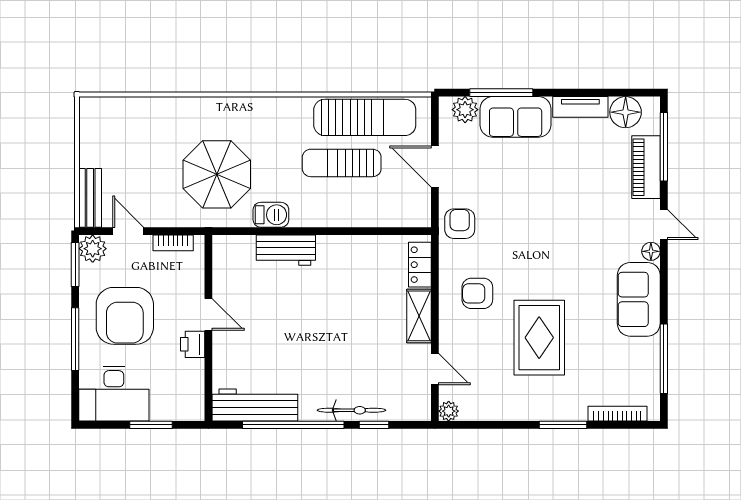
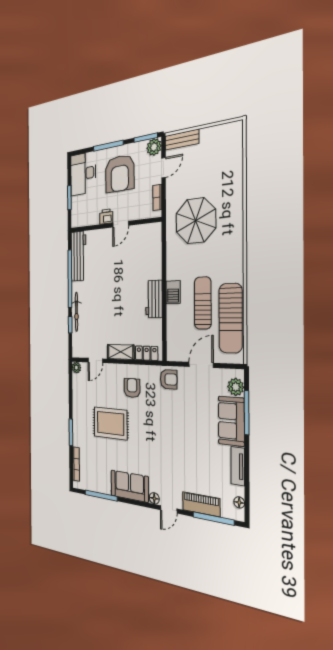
floor lamp: (626, 112) -> (239, 502), width x0.53, depth x0.53
barbecue: (271, 215) -> (173, 292), moved
workbench: (286, 250) -> (154, 299), moved
armchair: (125, 316) -> (120, 174), turned -90

